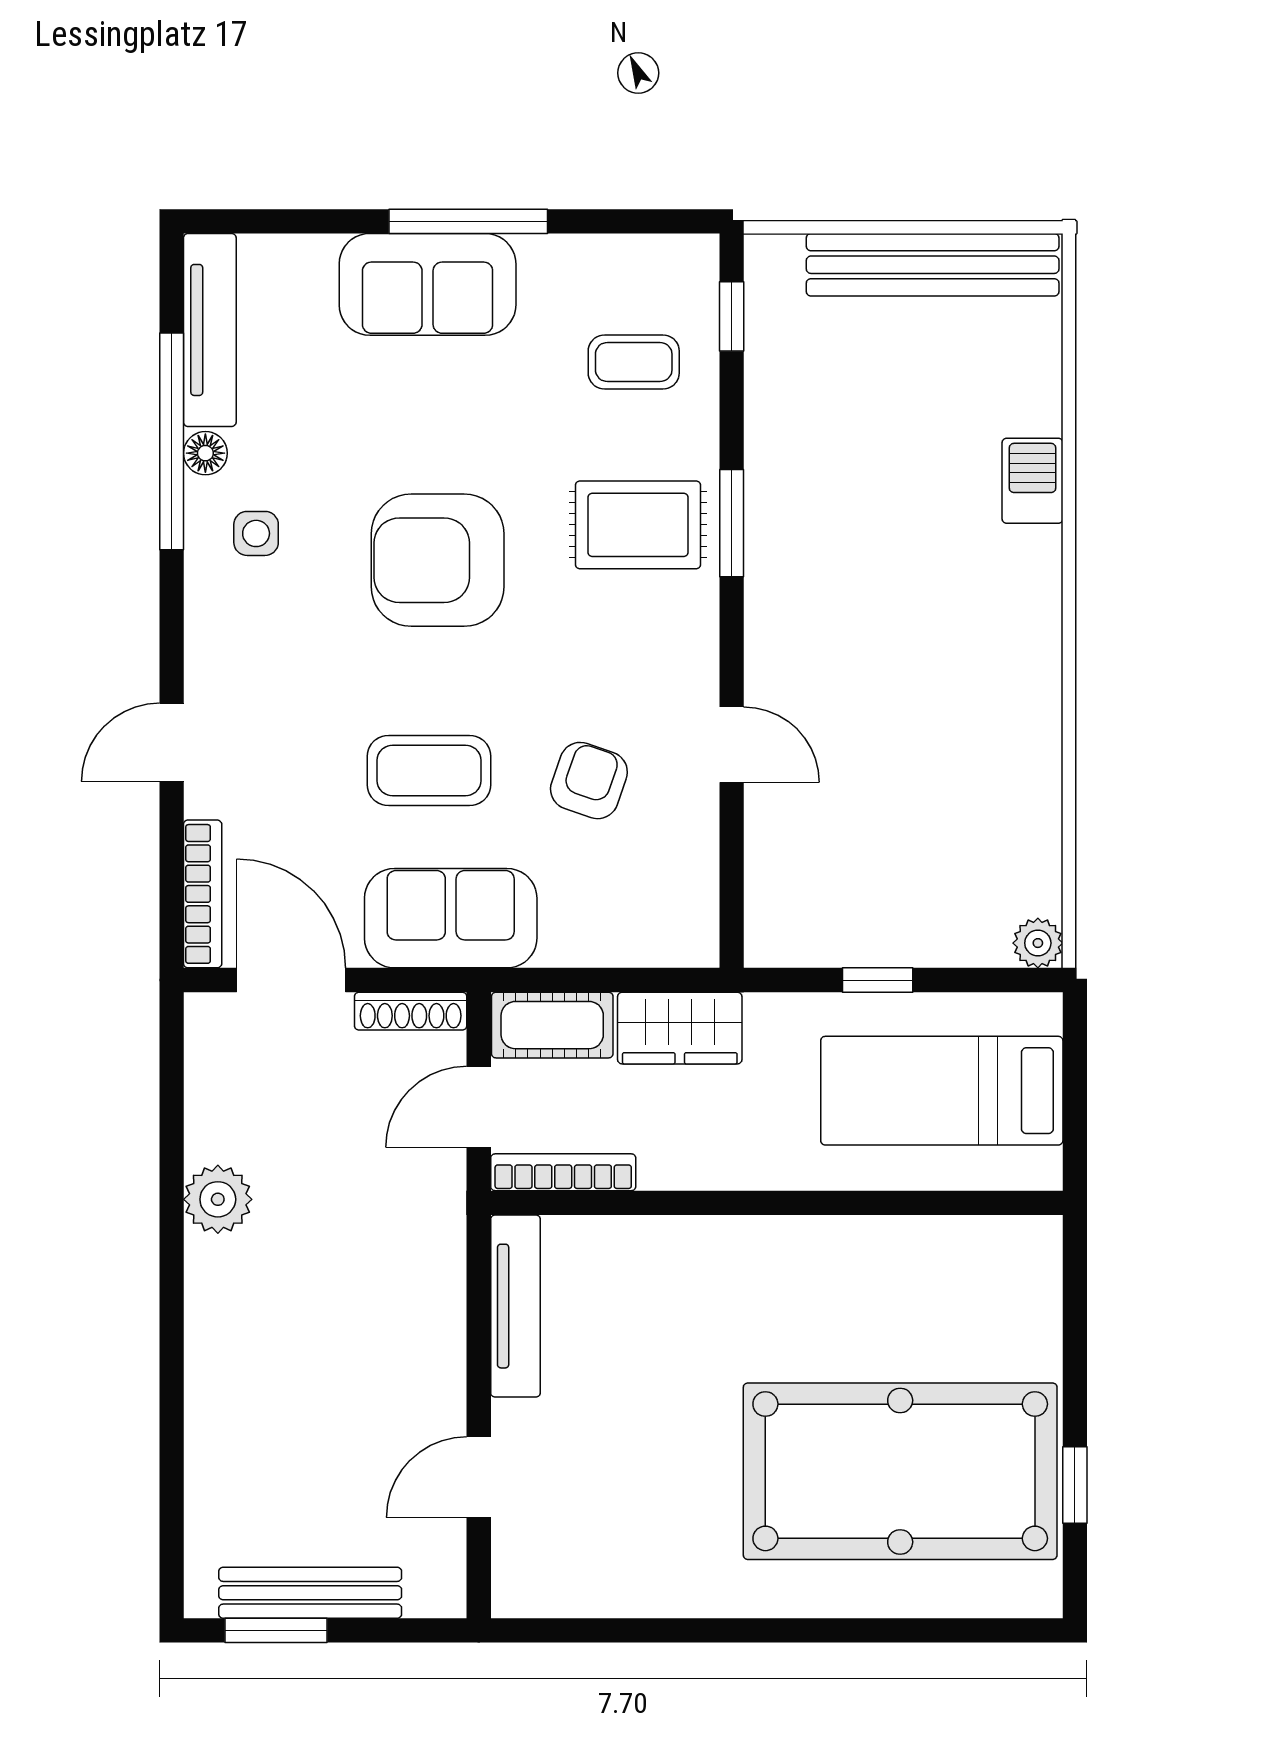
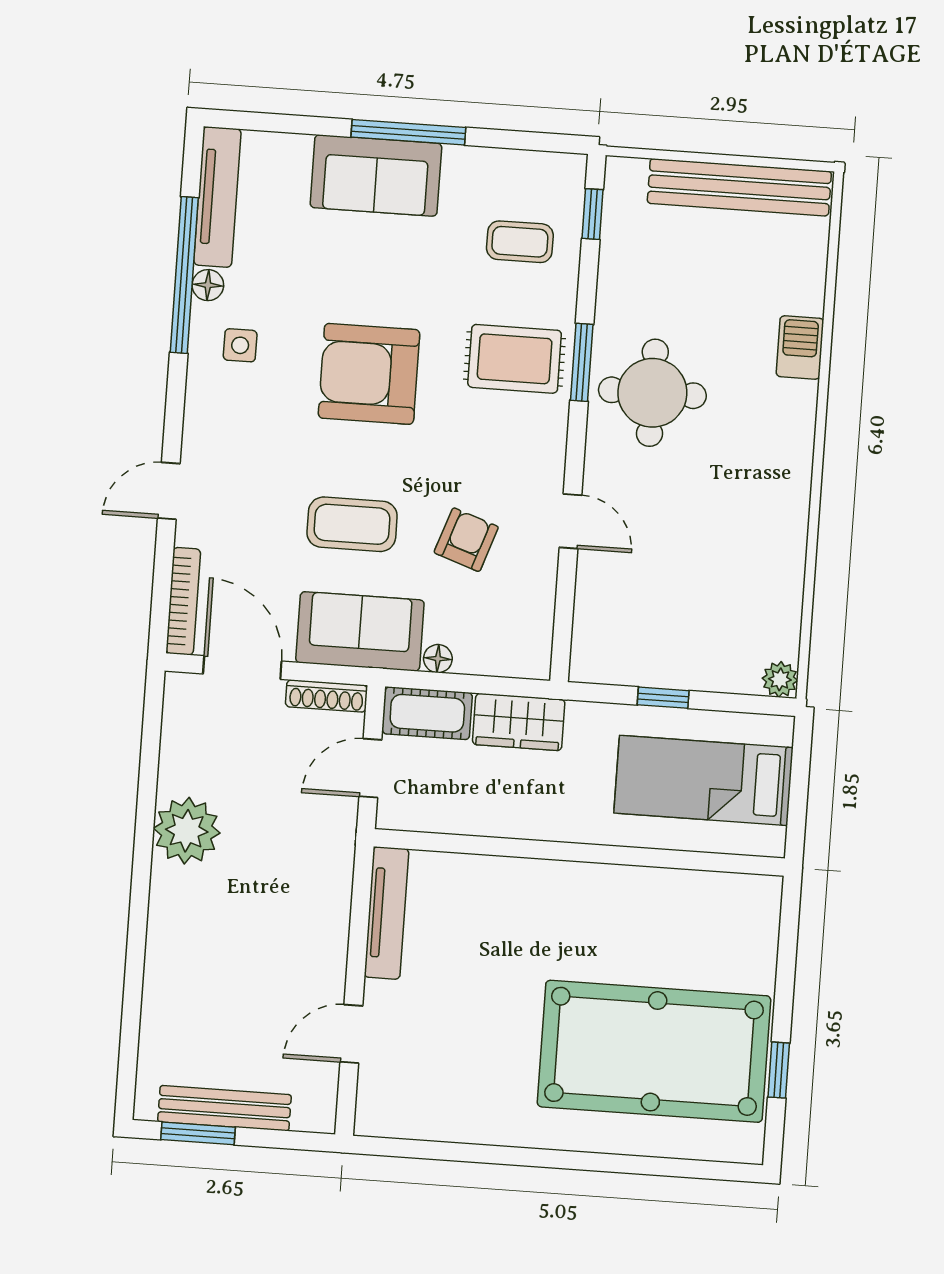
round table: (832, 558) -> (652, 393), added
floor lamp: (561, 948) -> (438, 659), added
bookcase: (563, 1172) -> (428, 819), removed
plant: (218, 1199) -> (187, 831), width x1.36, depth x1.36

